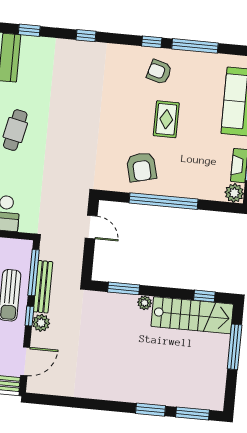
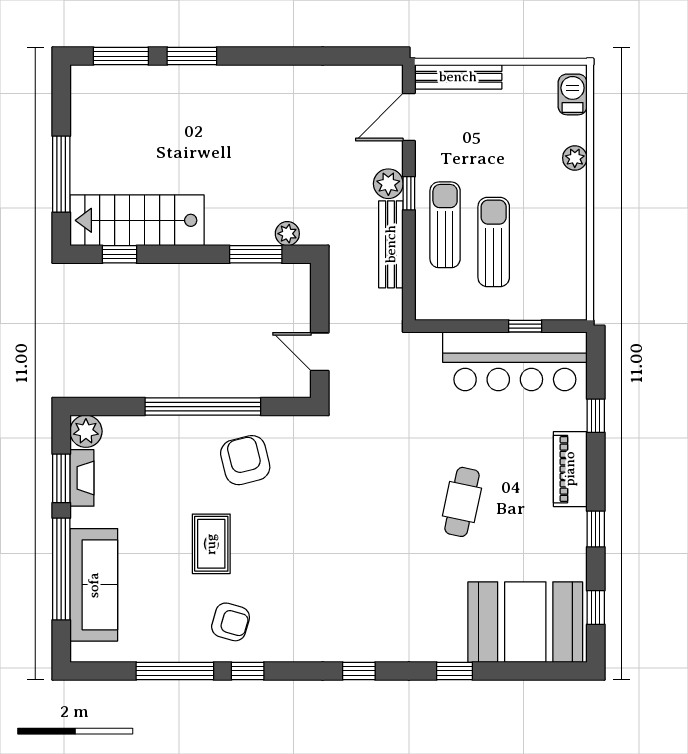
window: (34, 273) -> (409, 267), removed
plant: (145, 303) -> (287, 234), moved

